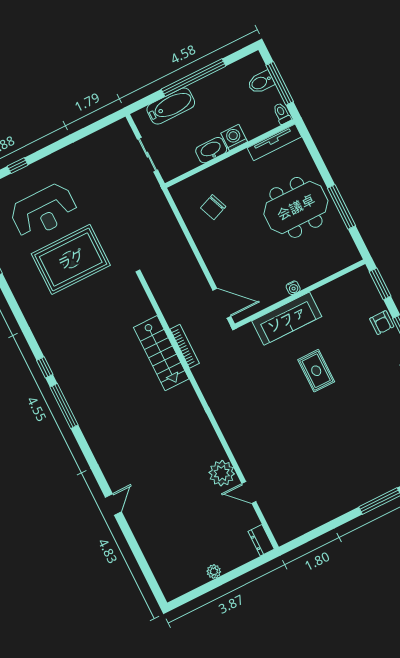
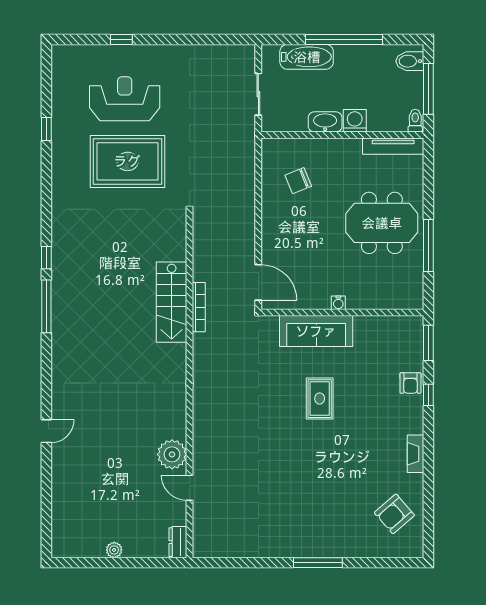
bidet: (261, 82) -> (410, 61), moved
reception desk: (44, 211) -> (125, 99), turned 180

